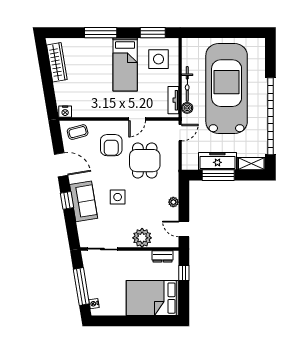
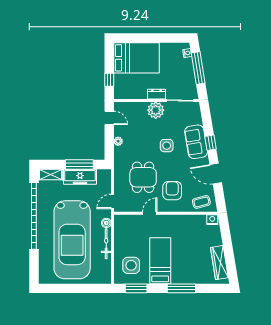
tv unit: (173, 100) -> (118, 230), removed
plant: (142, 238) -> (156, 110), moved
dresser: (163, 256) -> (157, 94), moved

